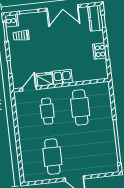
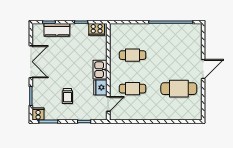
kitchen counter: (95, 18) -> (57, 30), moved
trolley: (21, 36) -> (67, 96), moved
cooker: (99, 51) -> (97, 29), moved
door: (29, 89) -> (108, 104), swing flipped
cafe table: (80, 107) -> (133, 55), width x0.73, depth x0.74

